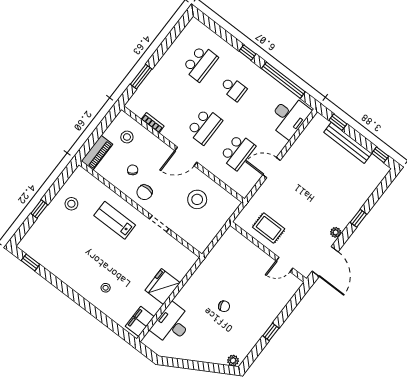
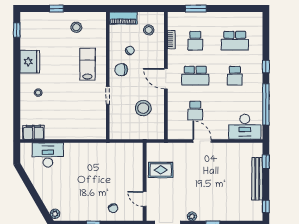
school desk: (171, 101) -> (195, 41), added
school desk: (238, 152) -> (195, 111), width x0.54
rug: (269, 228) -> (161, 170), turned 90
fridge: (163, 286) -> (30, 62), moved, turned 90
chair: (224, 306) -> (113, 208), moved

